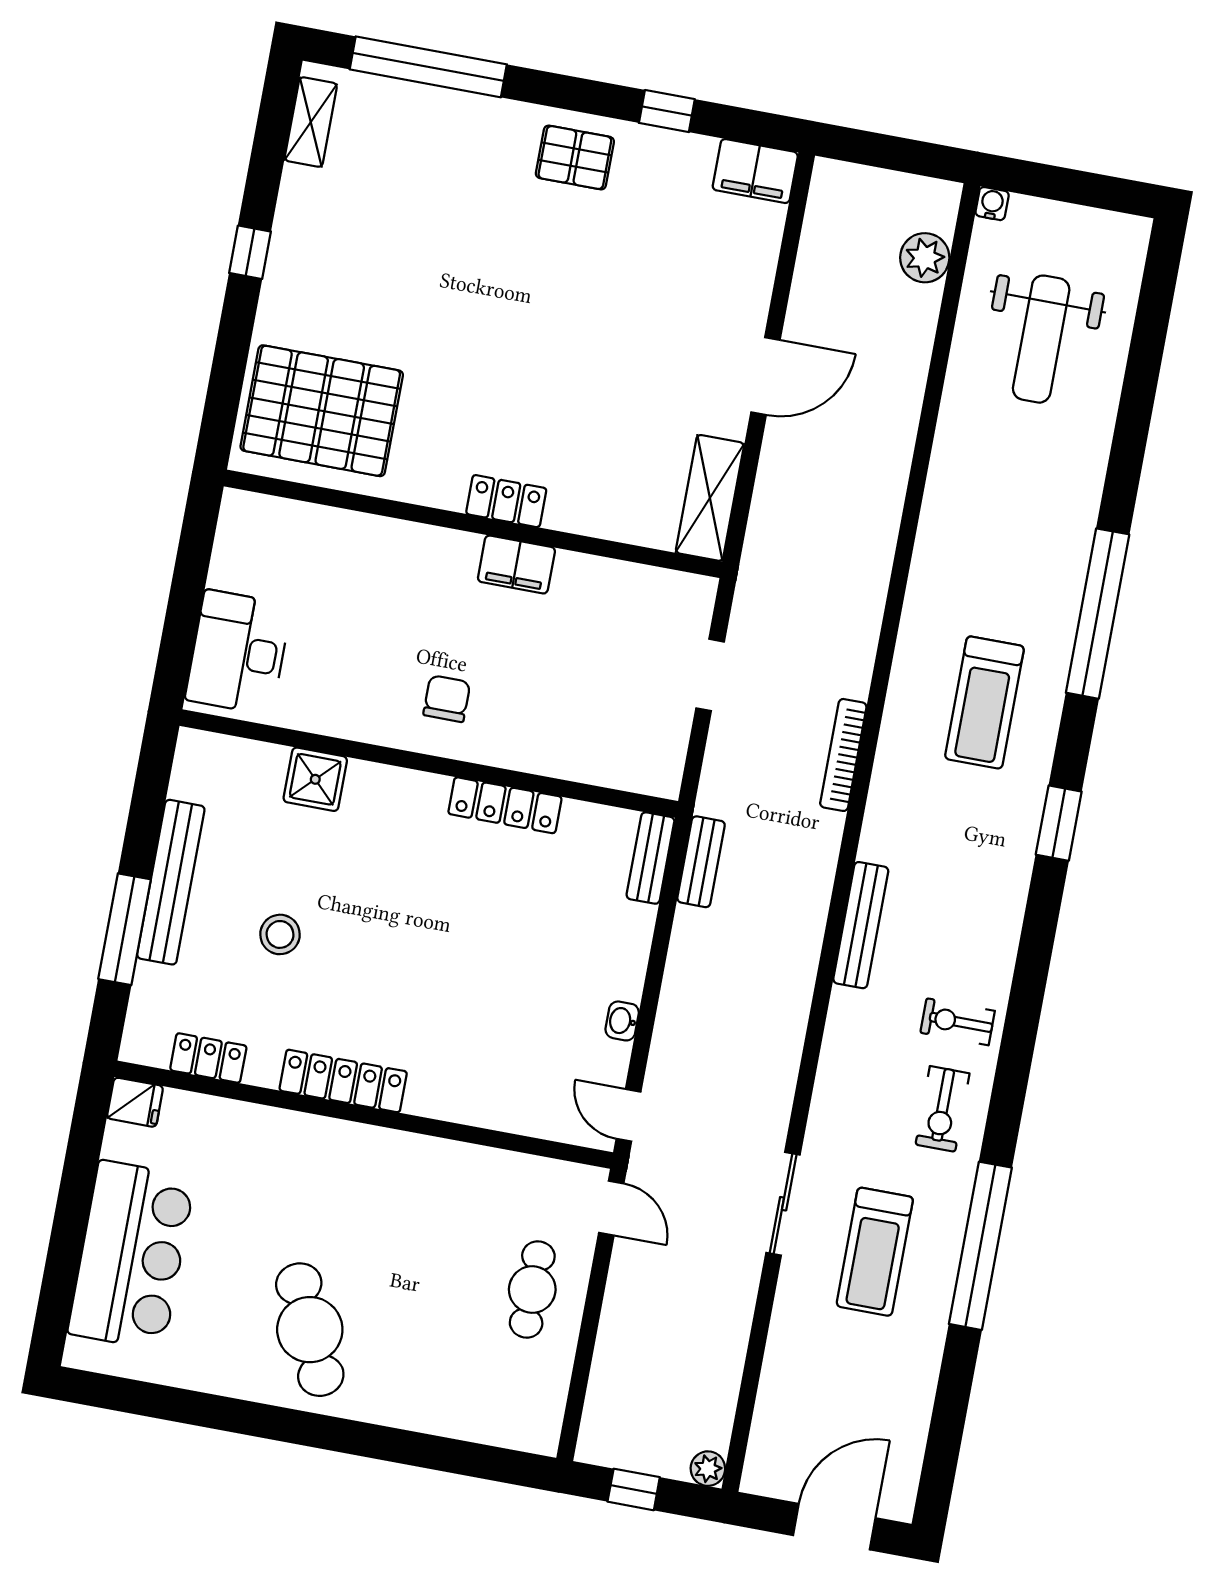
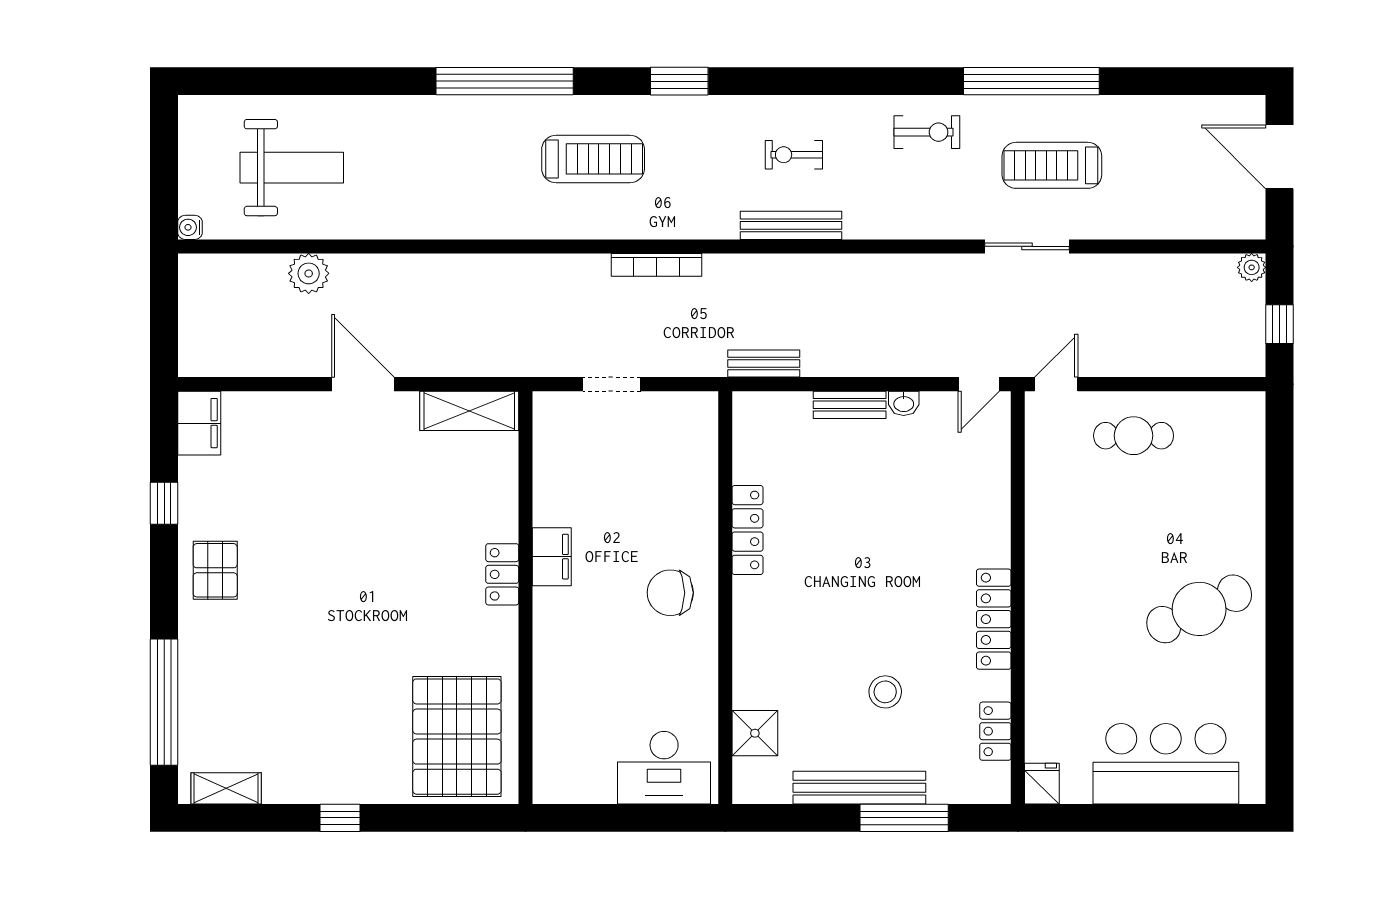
plant: (925, 258) -> (309, 273), moved
chair: (447, 699) -> (670, 593), width x1.37, depth x1.37
shower: (315, 779) -> (755, 733), moved
bench: (650, 858) -> (850, 405), moved
exercise bike: (958, 1022) -> (794, 155), moved, turned 90
treadmill: (875, 1252) -> (1052, 165), turned 180

